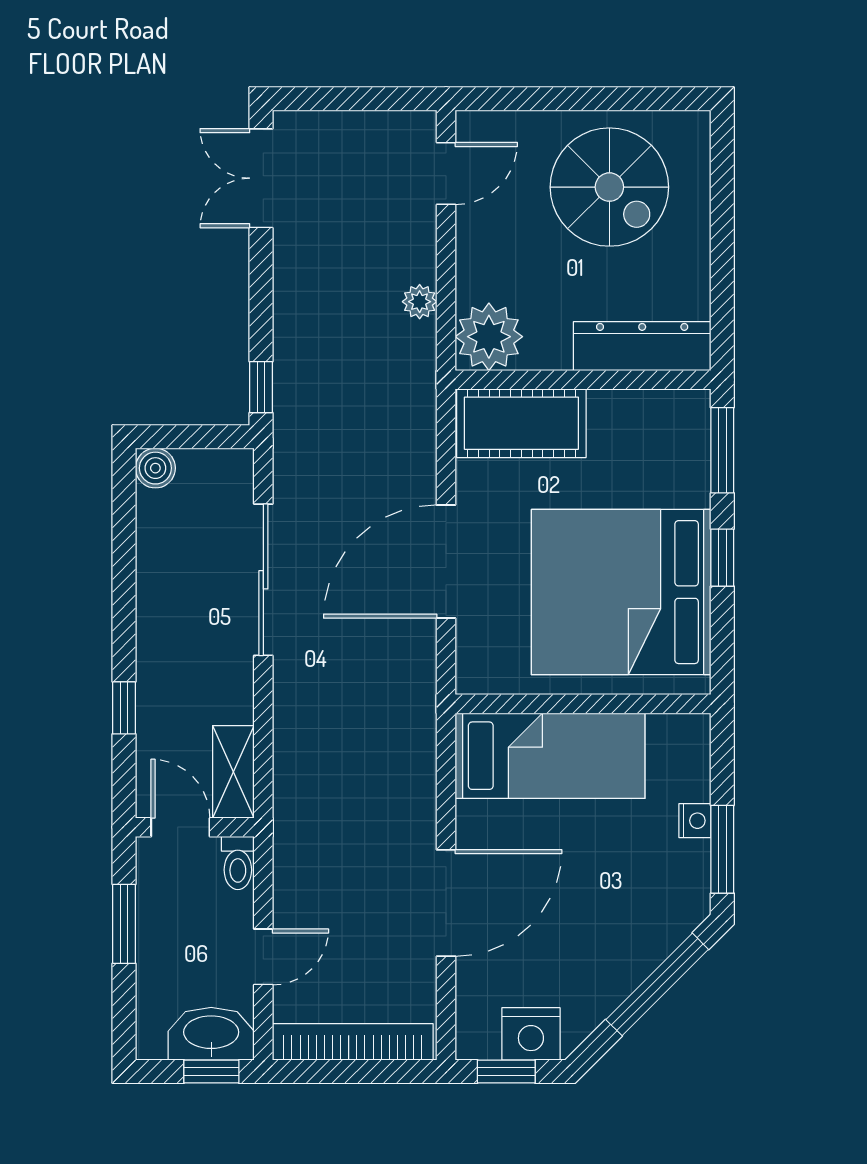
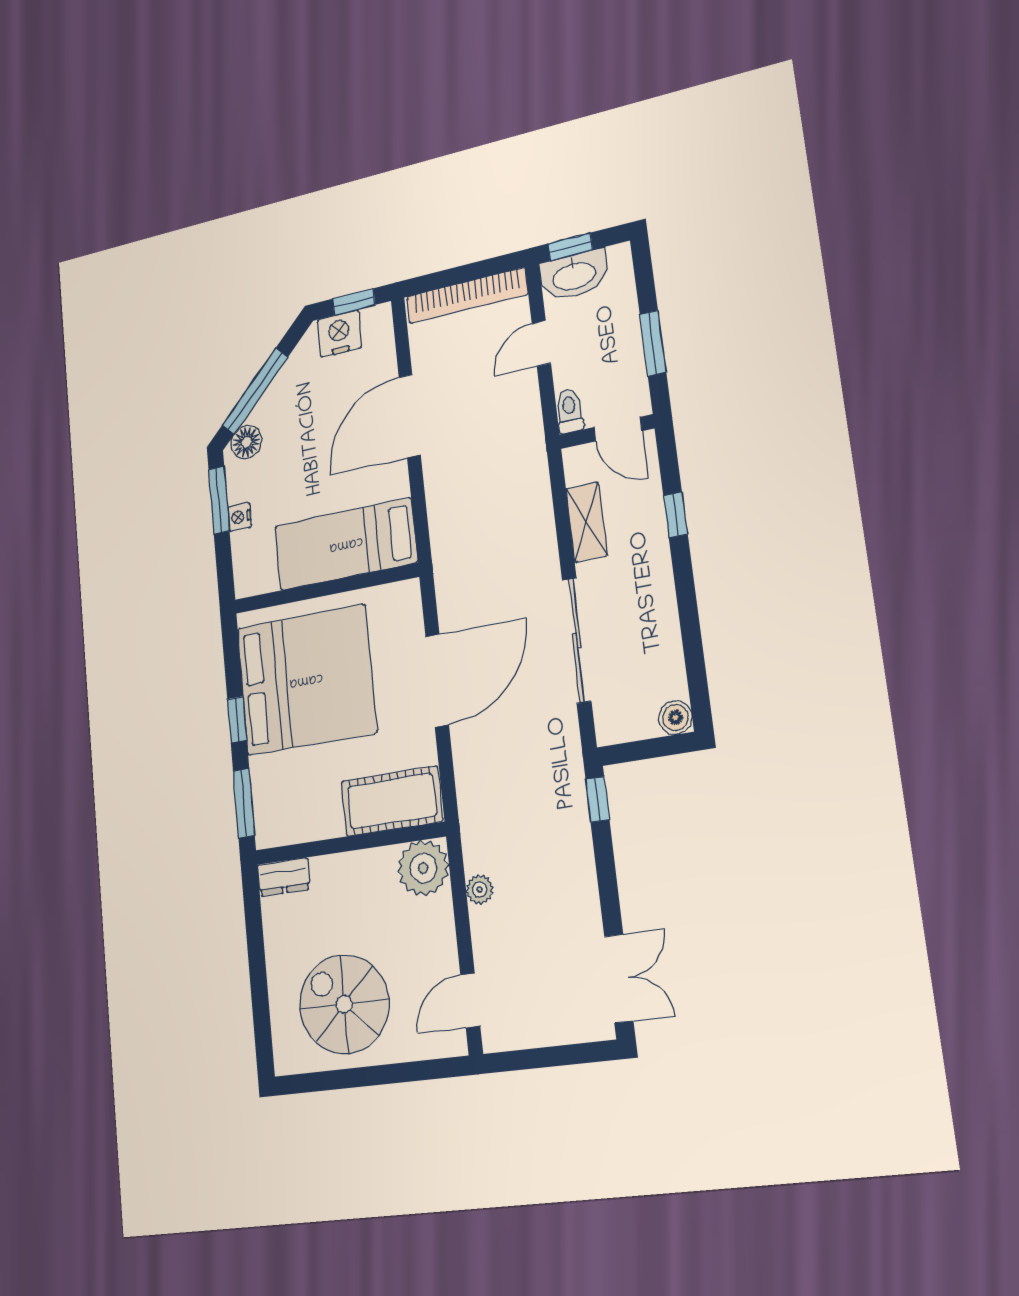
dresser: (642, 346) -> (284, 877), width x0.51, depth x0.80
shelving: (233, 772) -> (587, 522), moved
floor lamp: (676, 918) -> (246, 442), added

